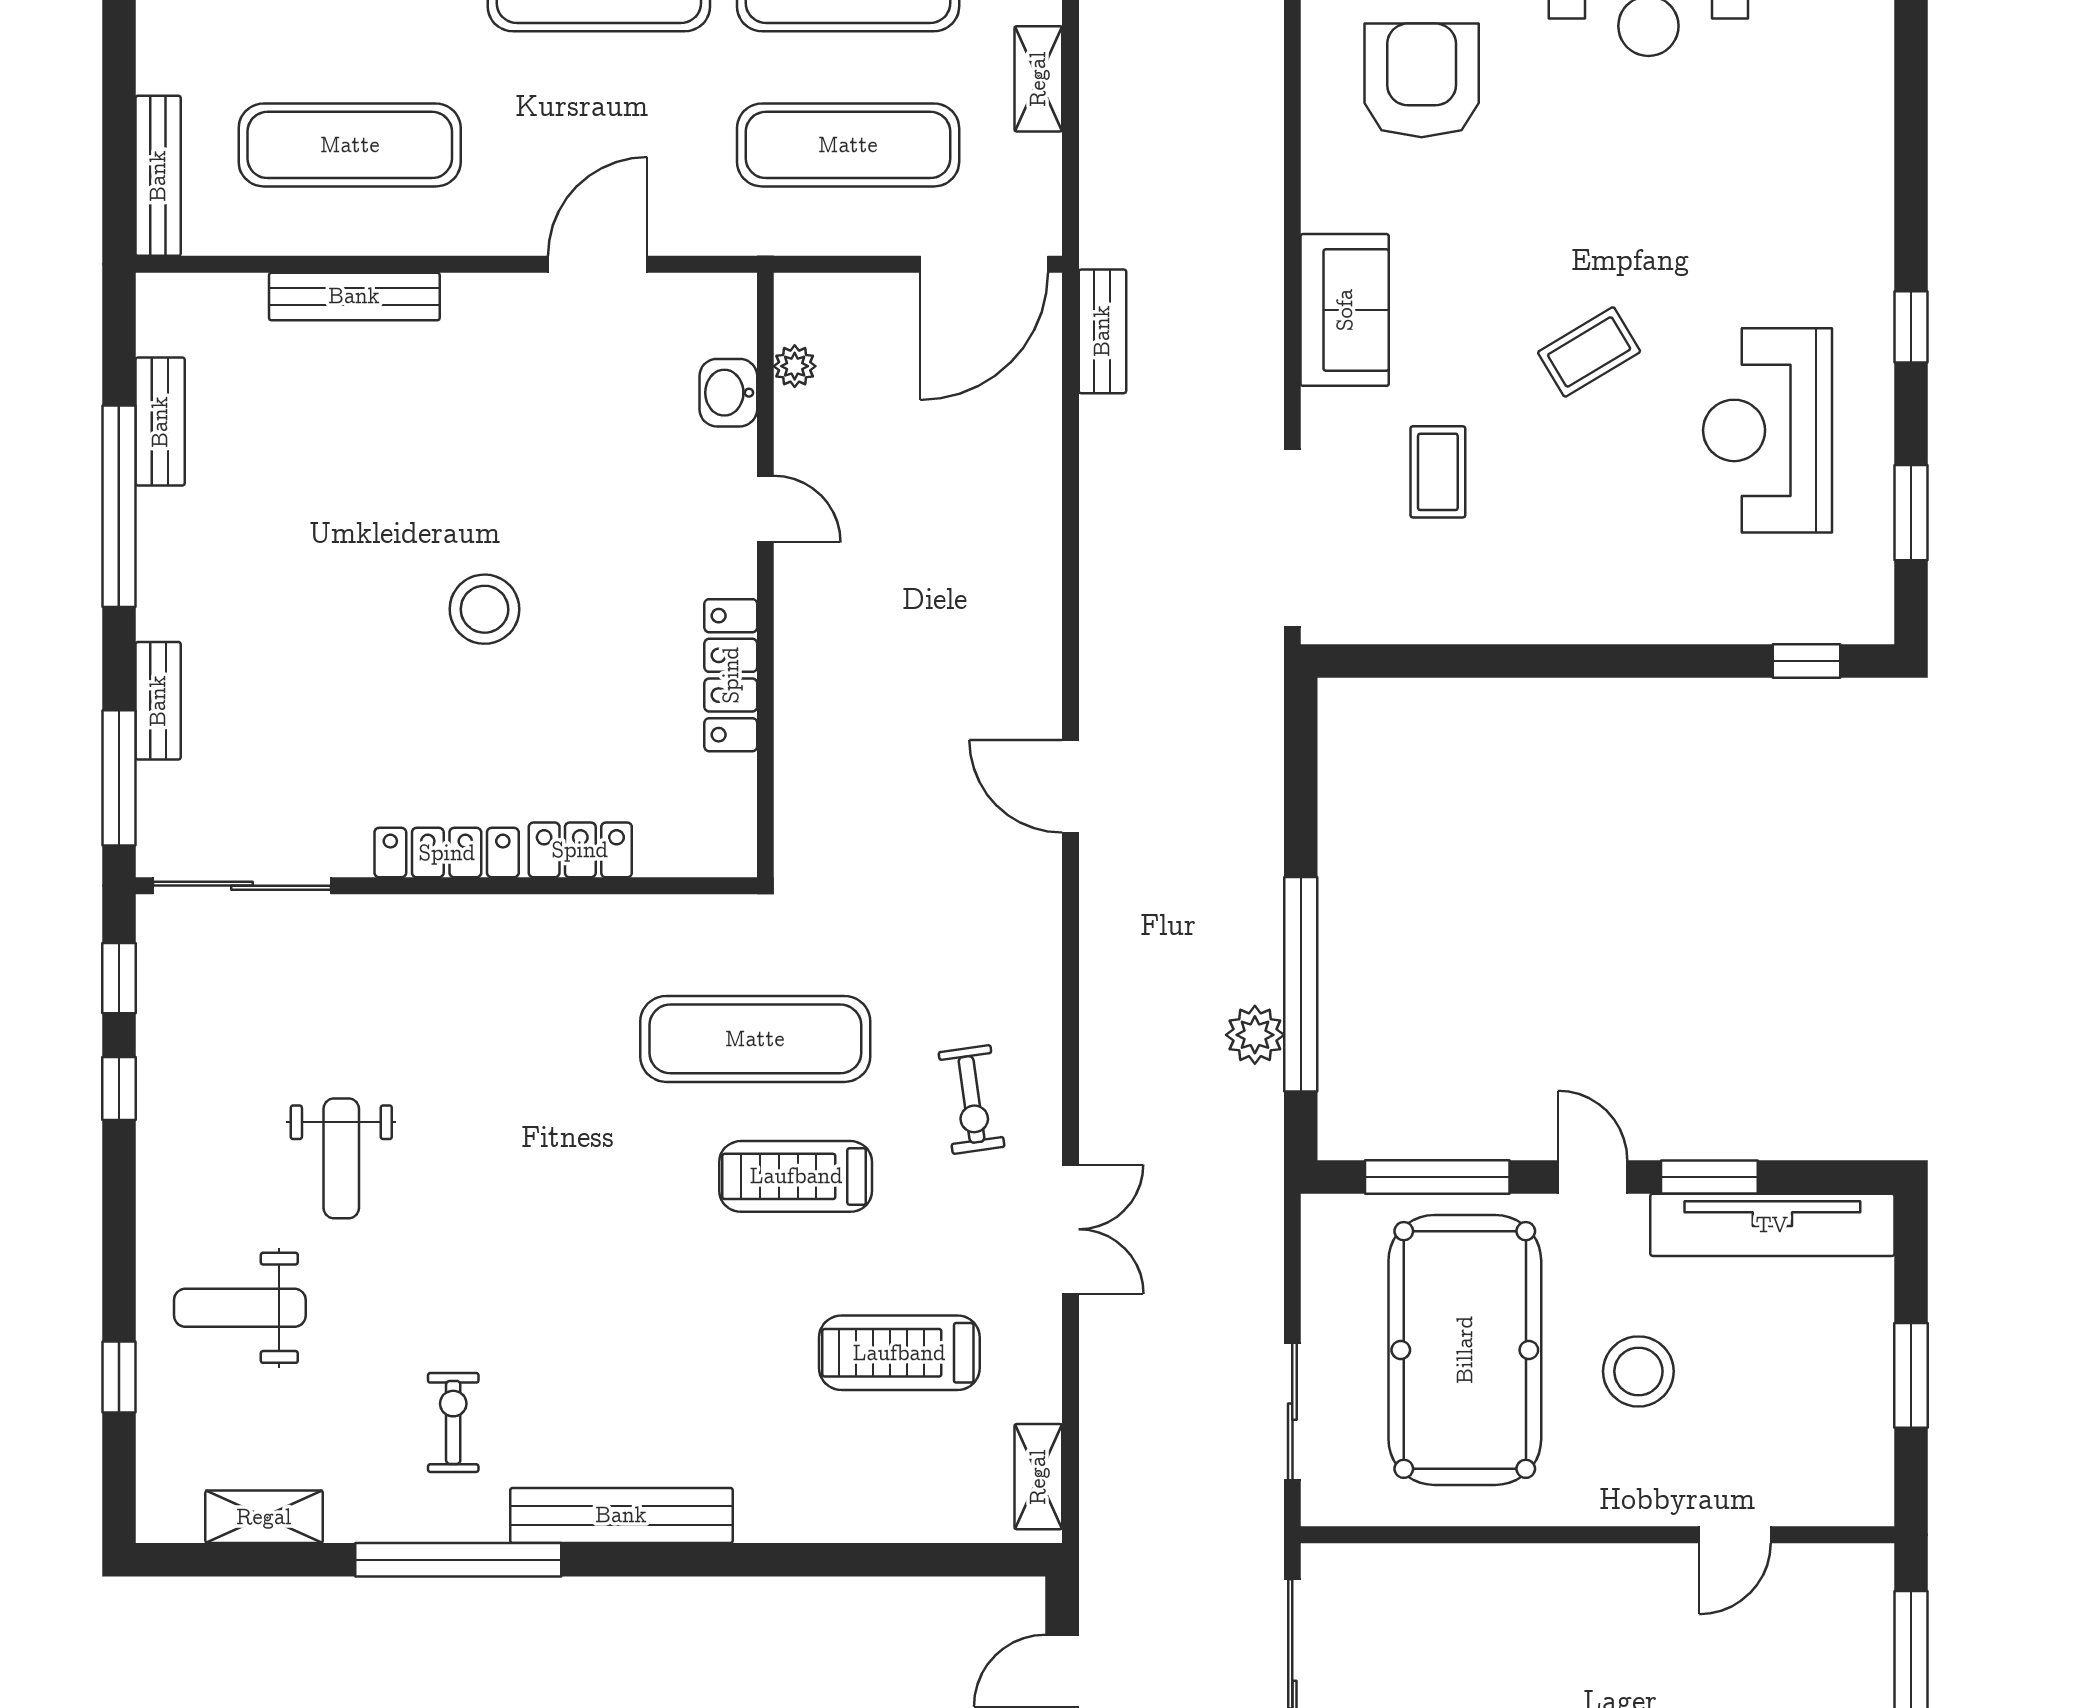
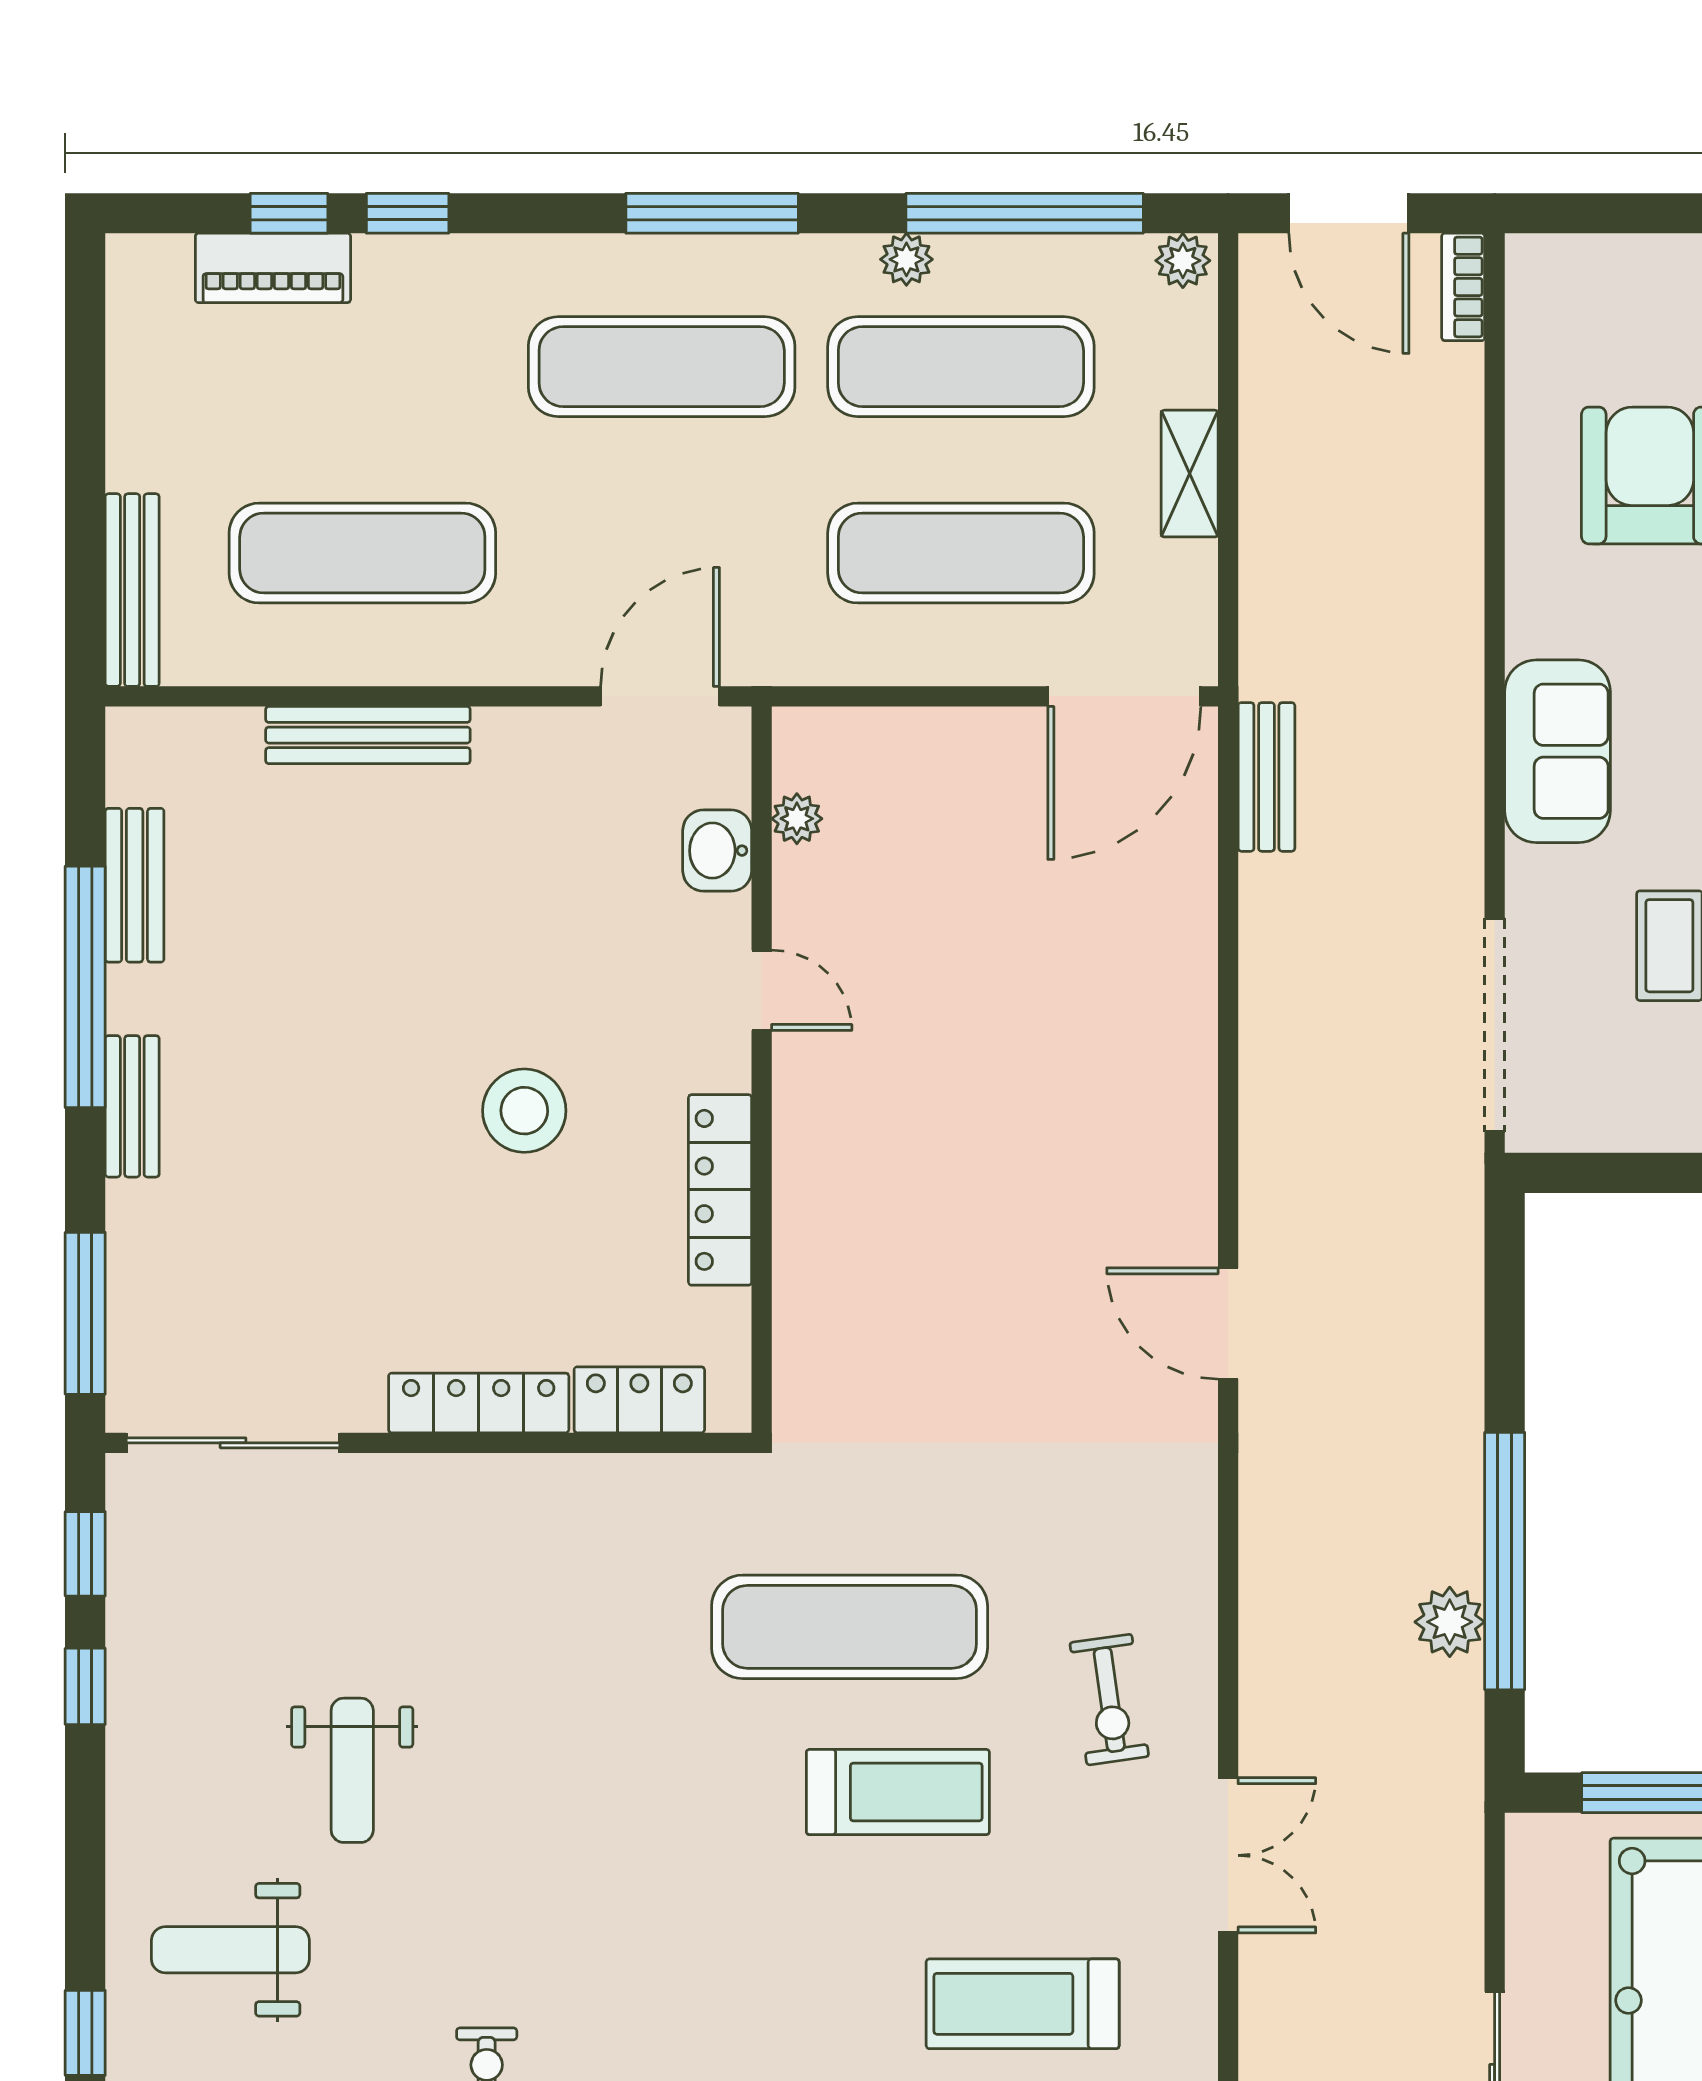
plant: (795, 366) -> (797, 819), moved
washbasin: (728, 393) -> (717, 851), moved
door: (765, 509) -> (762, 990), moved
wall: (765, 575) -> (762, 1070), moved
locker: (731, 675) -> (720, 1190), moved
bench: (158, 701) -> (132, 1106), moved
treadmill: (796, 1176) -> (898, 1792), turned 180

